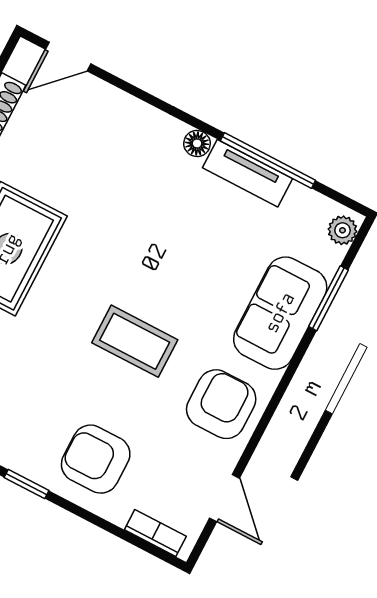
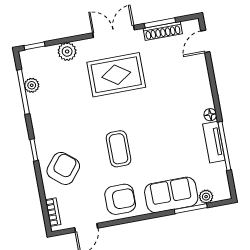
door: (68, 56) -> (205, 41), hinge flipped
plant: (342, 230) -> (206, 197), moved
armchair: (96, 459) -> (63, 168), turned 39

